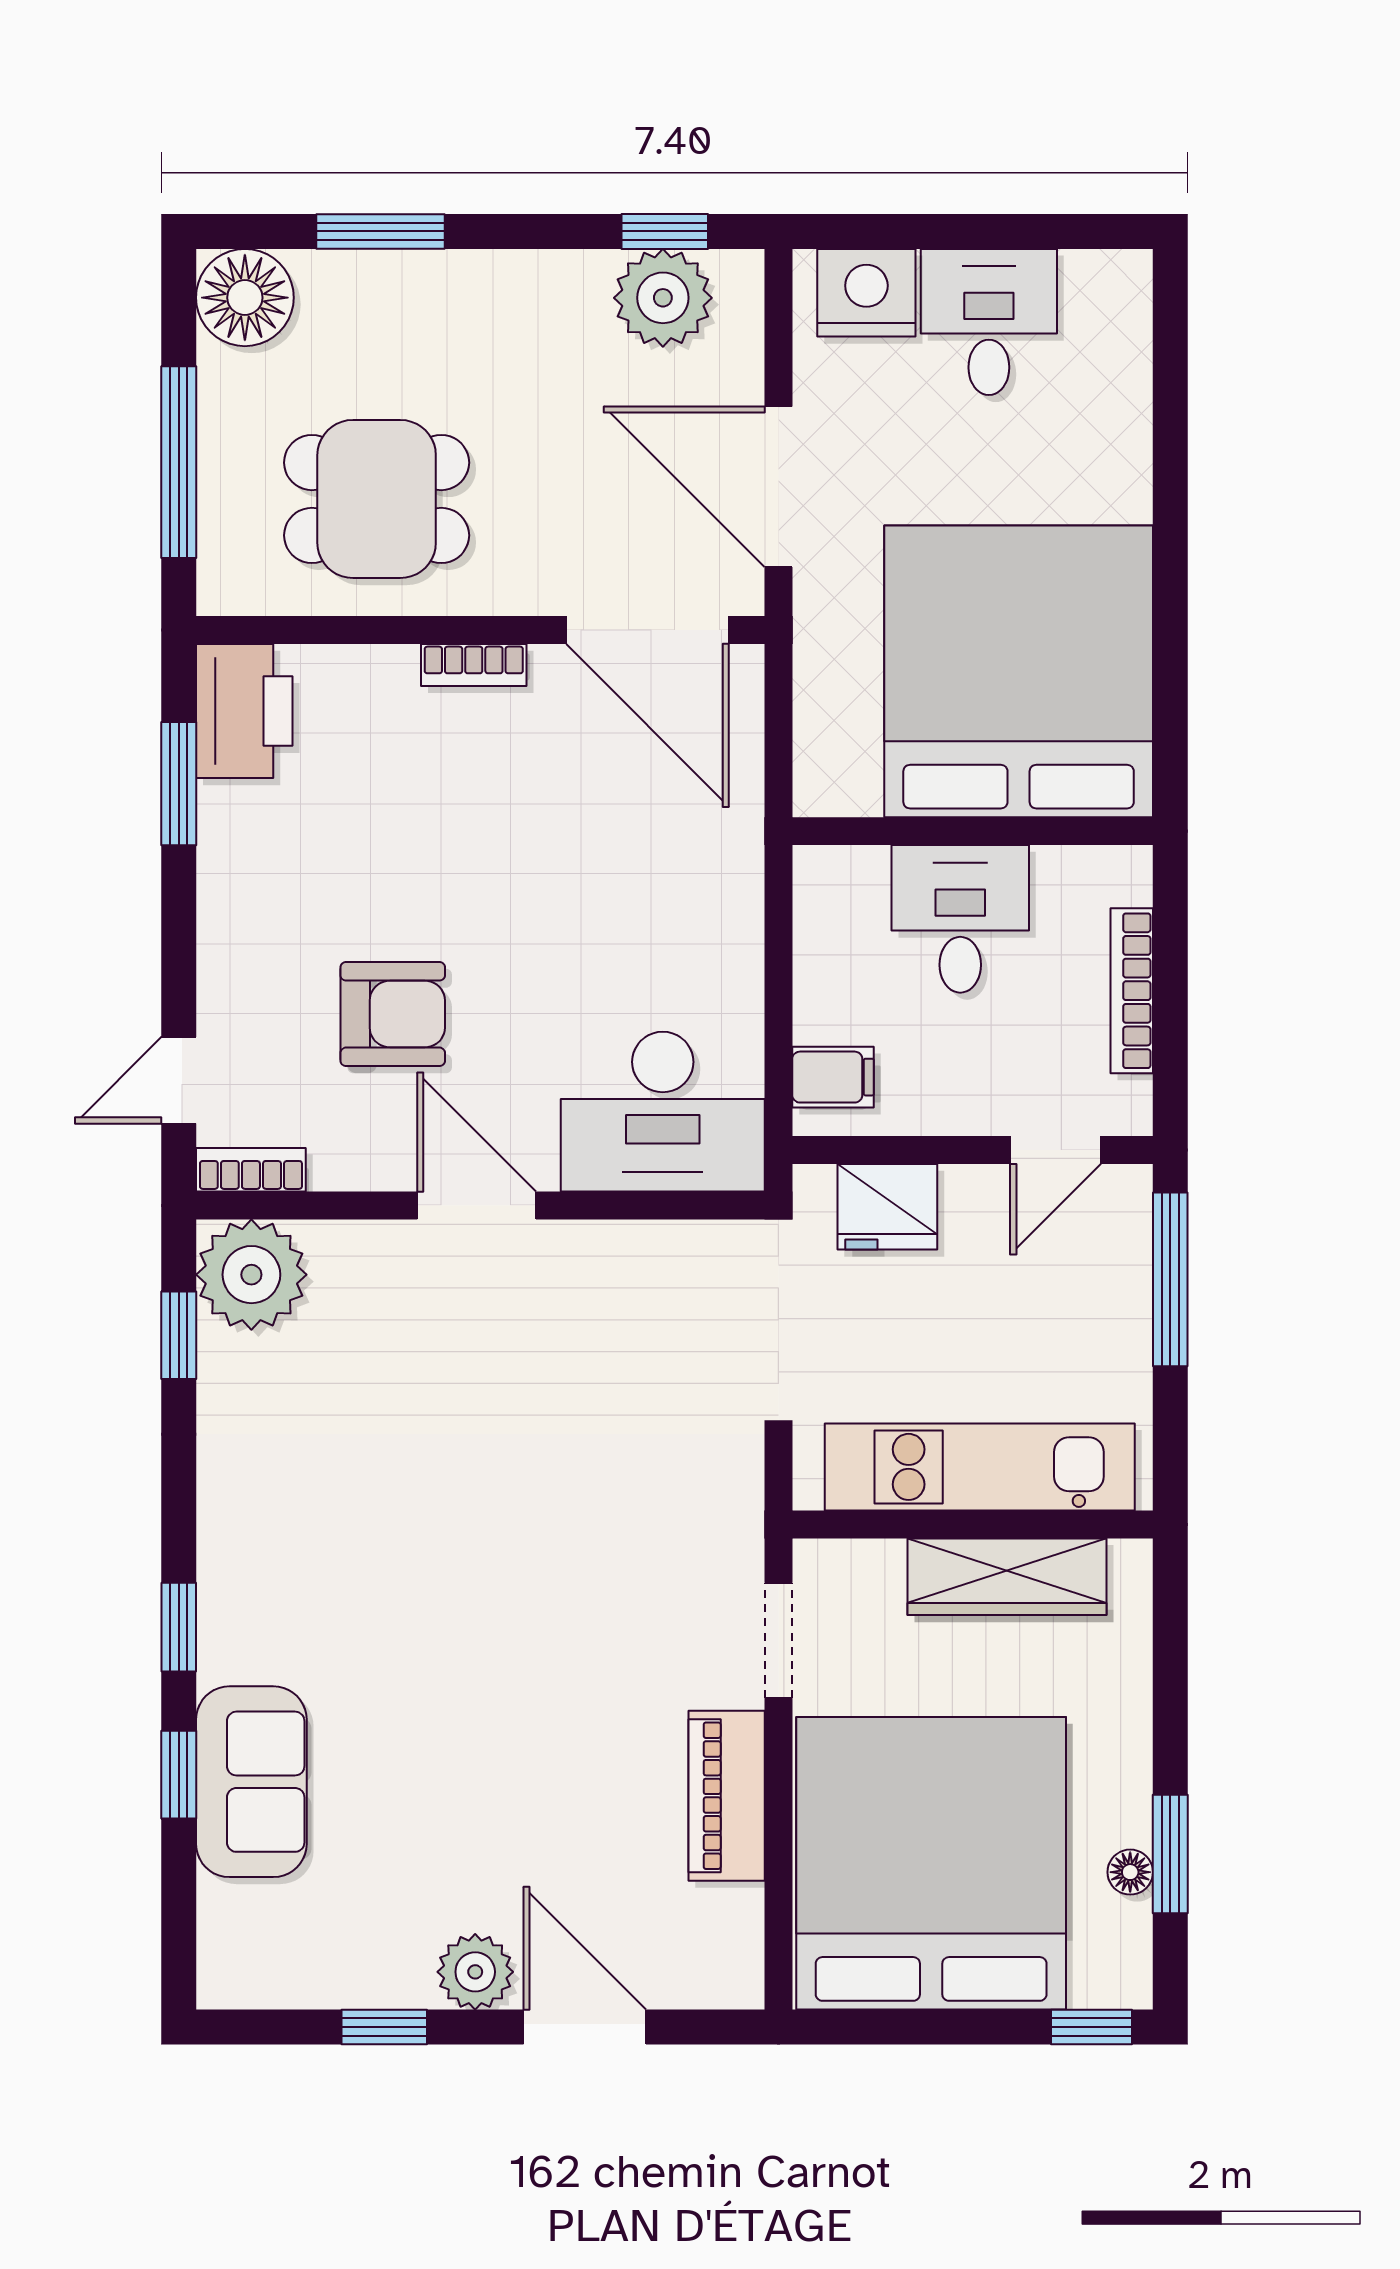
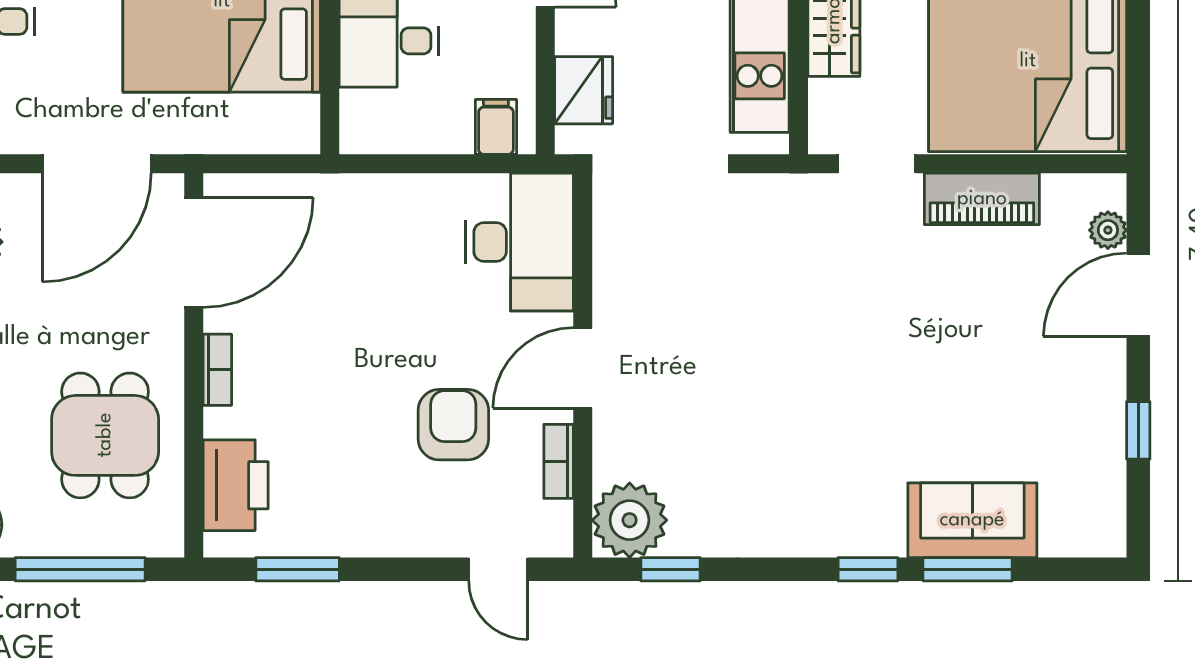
printer: (244, 711) -> (236, 485), moved, turned 90
bookcase: (251, 1170) -> (559, 461), moved
window: (179, 1775) -> (968, 569), width x1.50
plant: (475, 1972) -> (1108, 230), moved, width x0.73, depth x0.73

